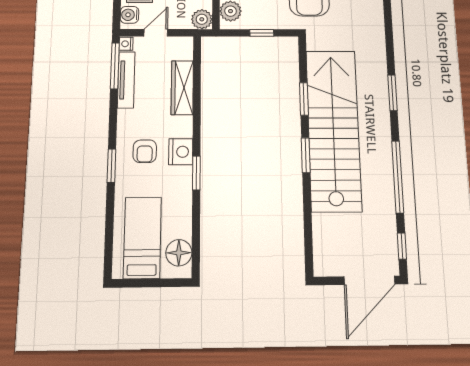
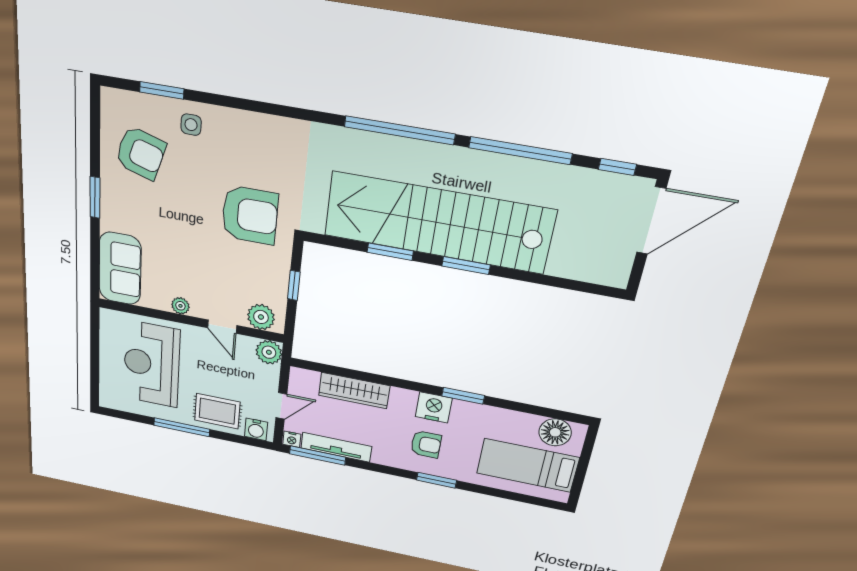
door: (156, 33) -> (281, 406), swing flipped
window: (393, 93) -> (399, 130), width x2.11
door: (369, 280) -> (651, 221), hinge flipped

